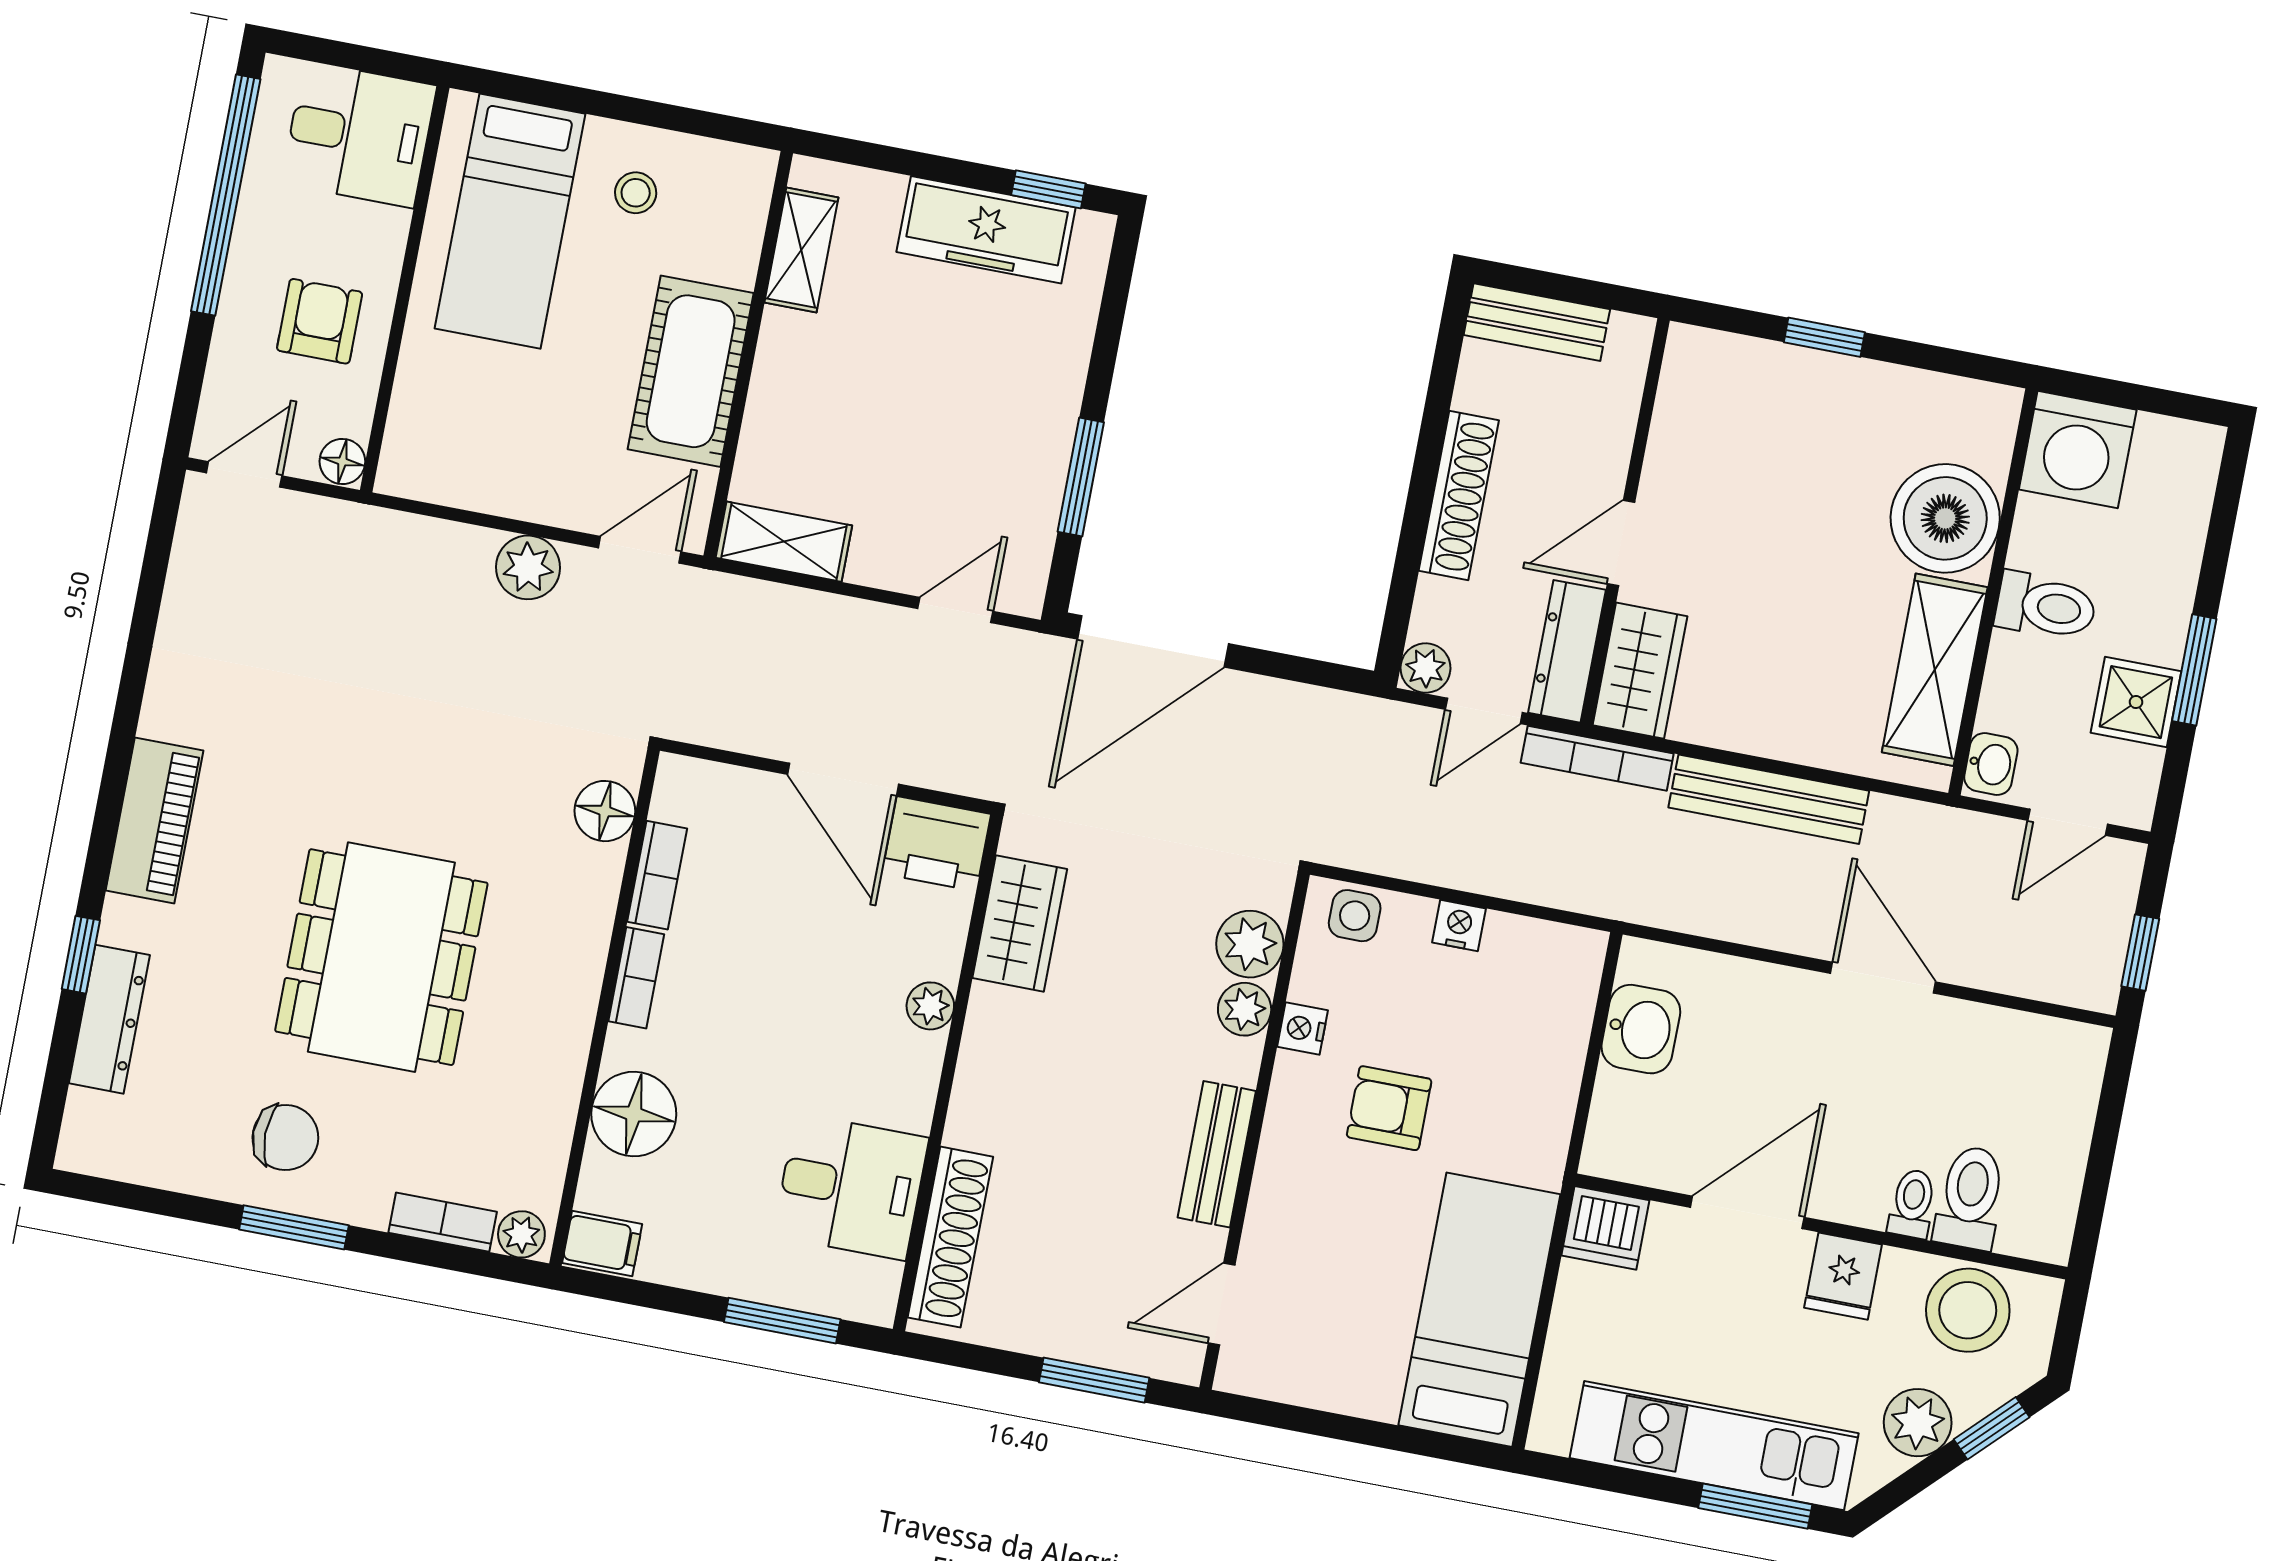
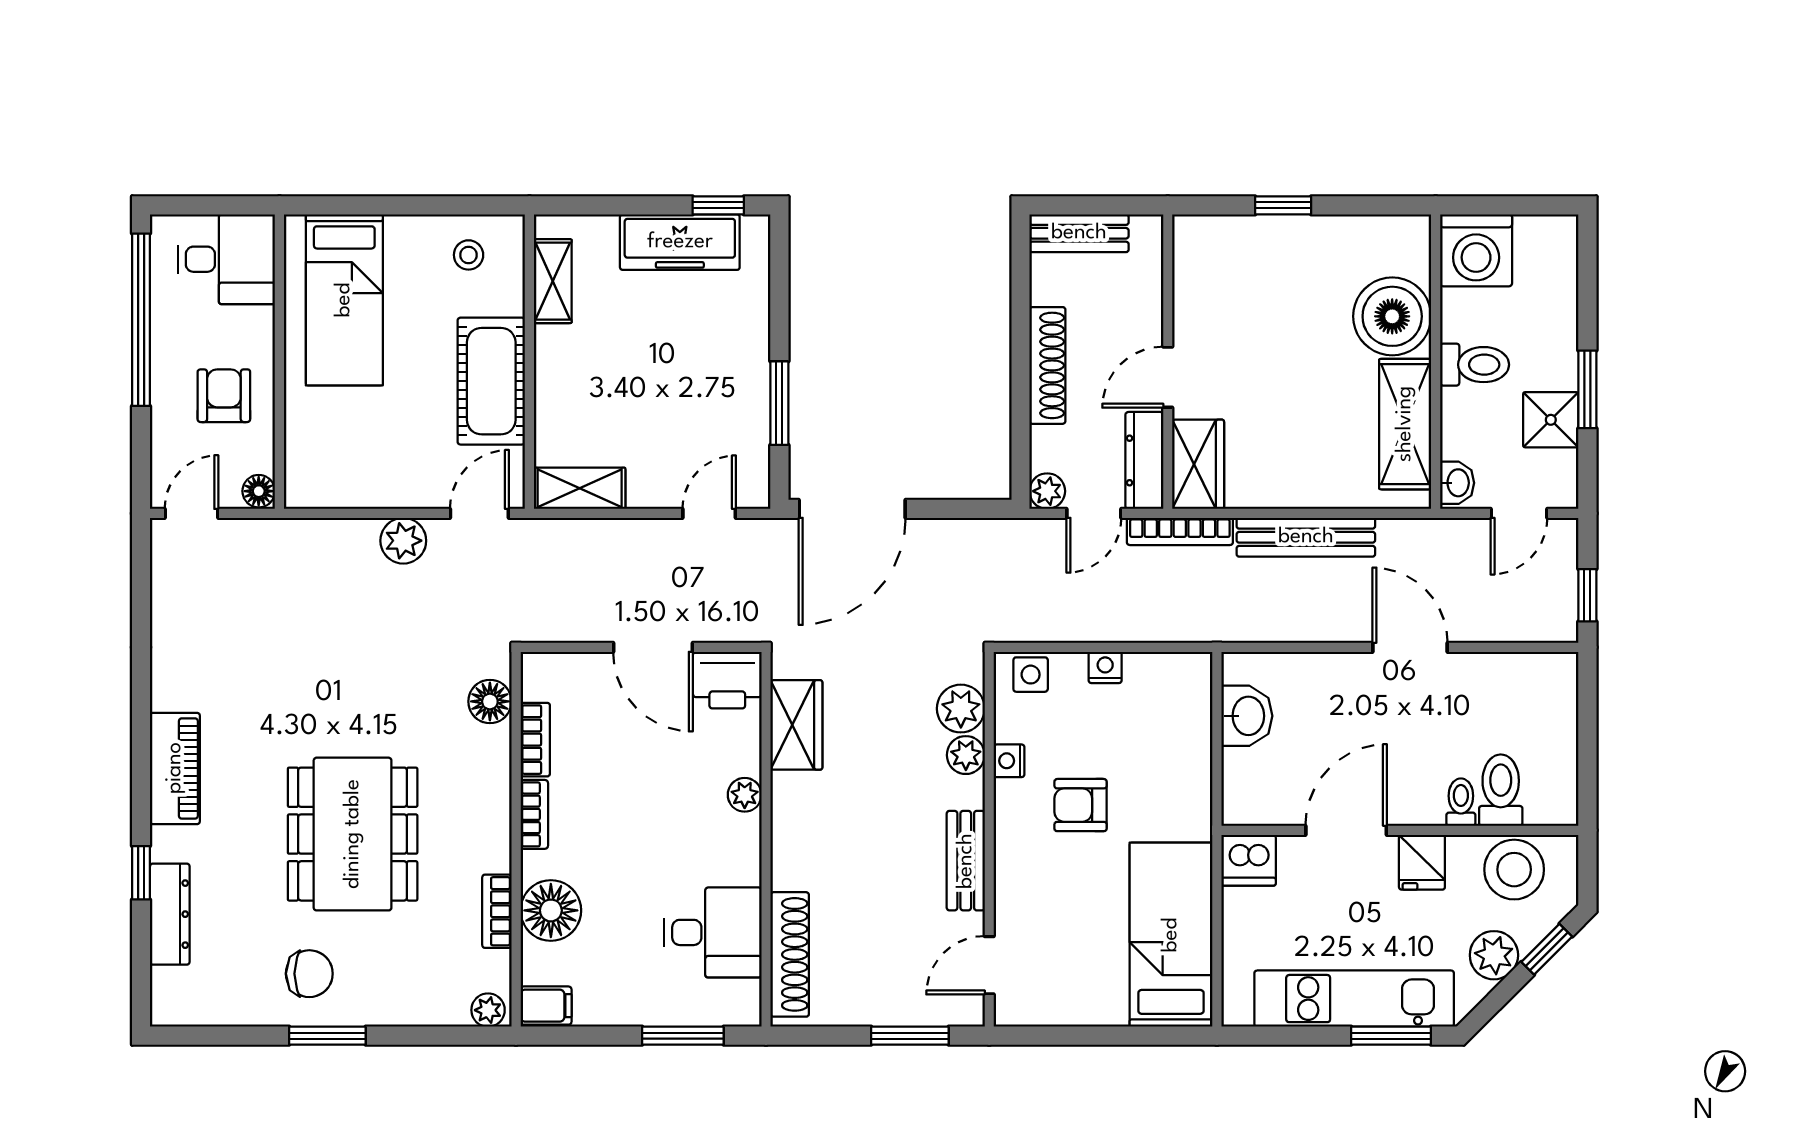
stool: (636, 193) -> (469, 255), moved
bookcase: (443, 1222) -> (497, 911), moved, turned -90

